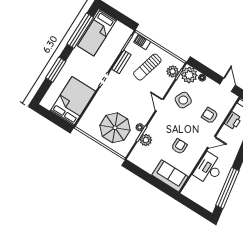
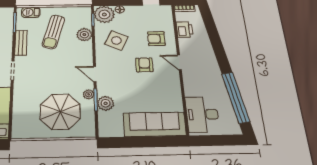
plant: (173, 71) -> (84, 35), moved
door: (160, 105) -> (95, 74), moved
door: (211, 142) -> (179, 62), swing flipped
armchair: (179, 146) -> (144, 65), moved
desk: (209, 169) -> (202, 114), moved
sofa: (170, 176) -> (154, 124), width x1.36

